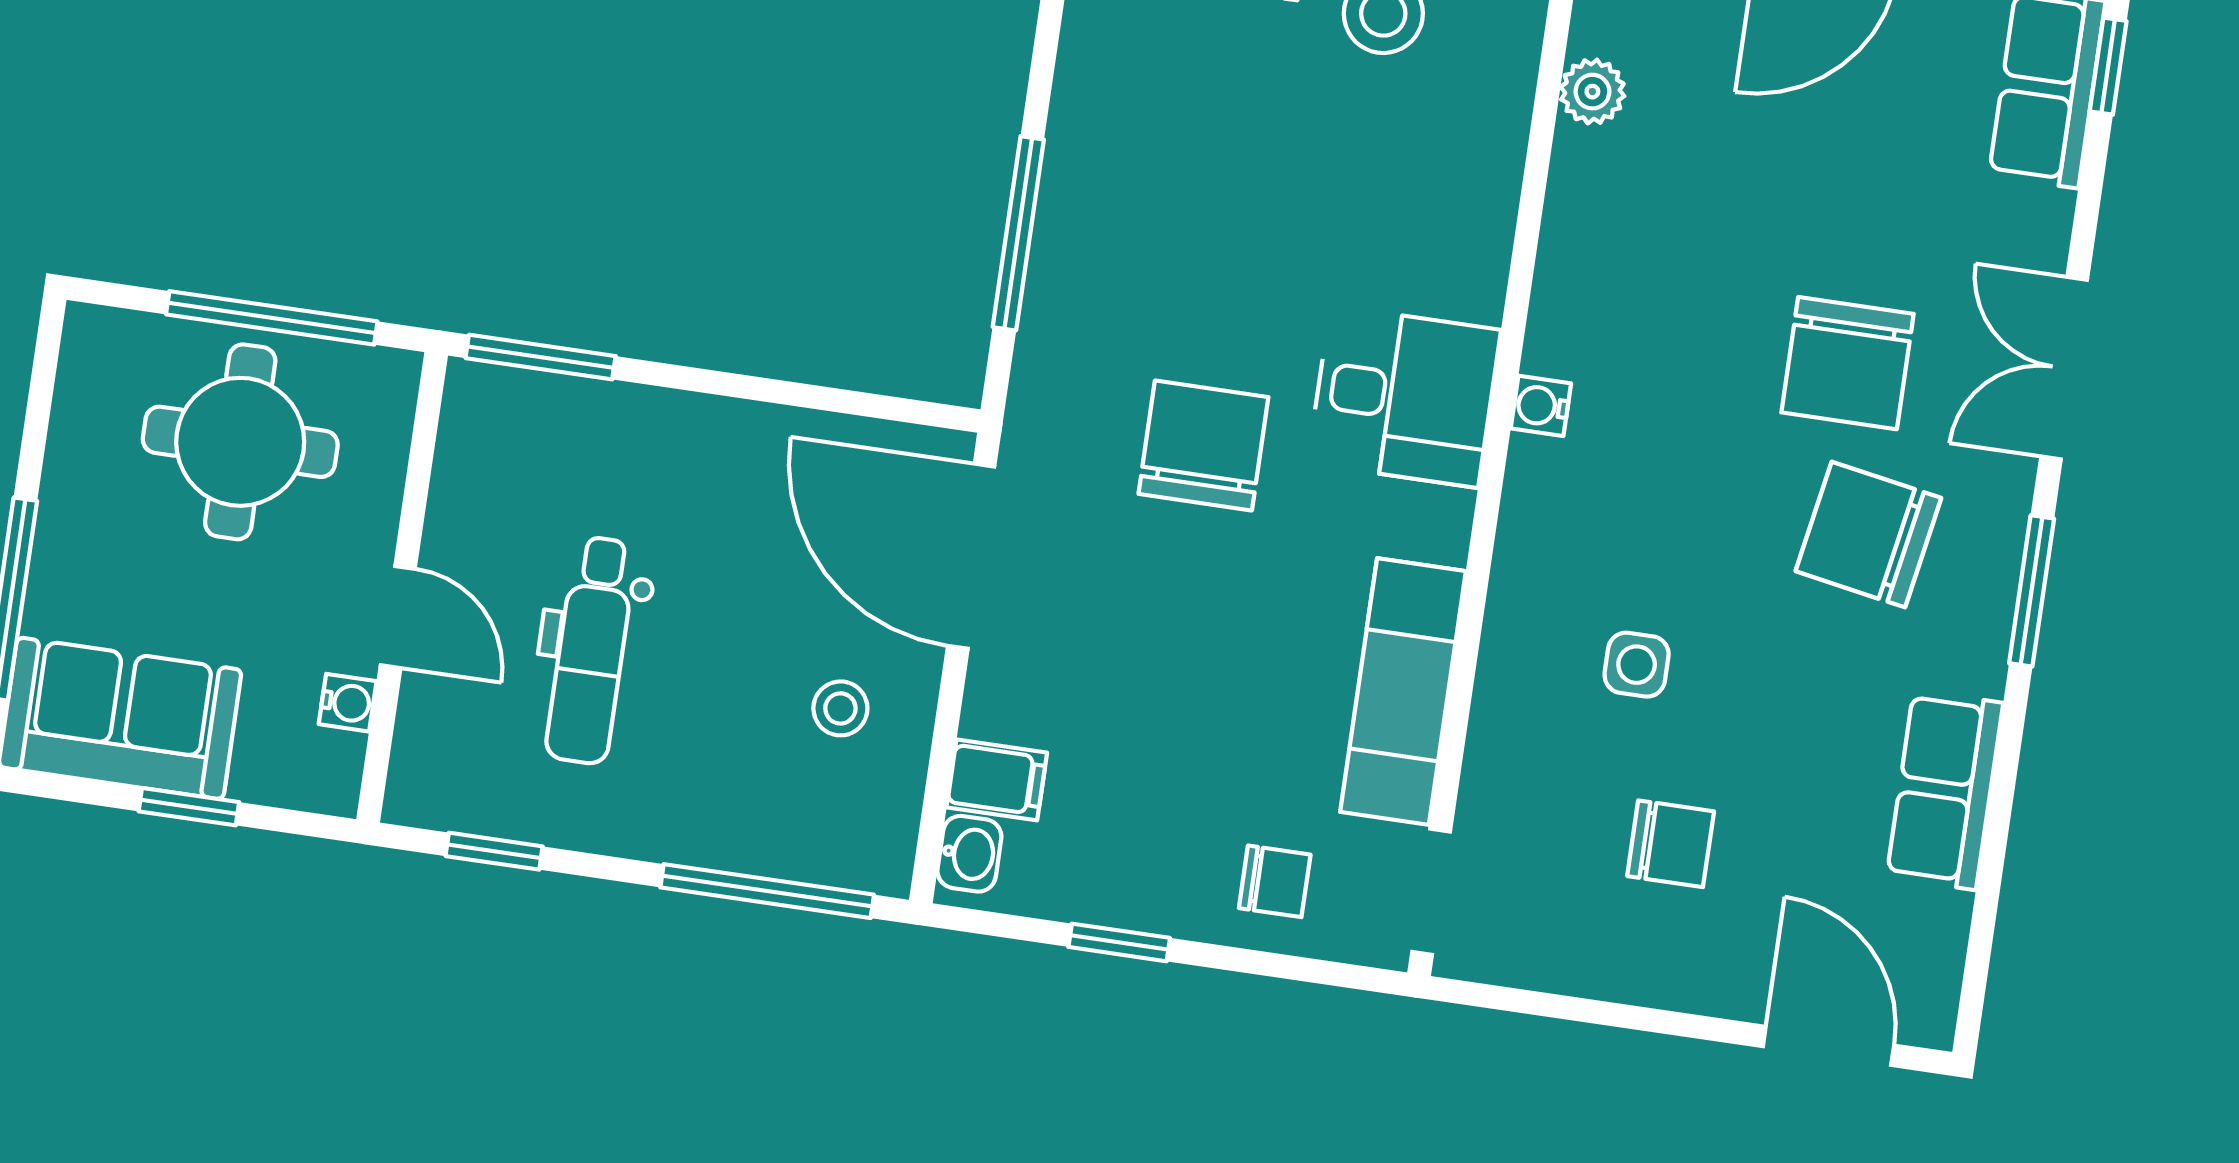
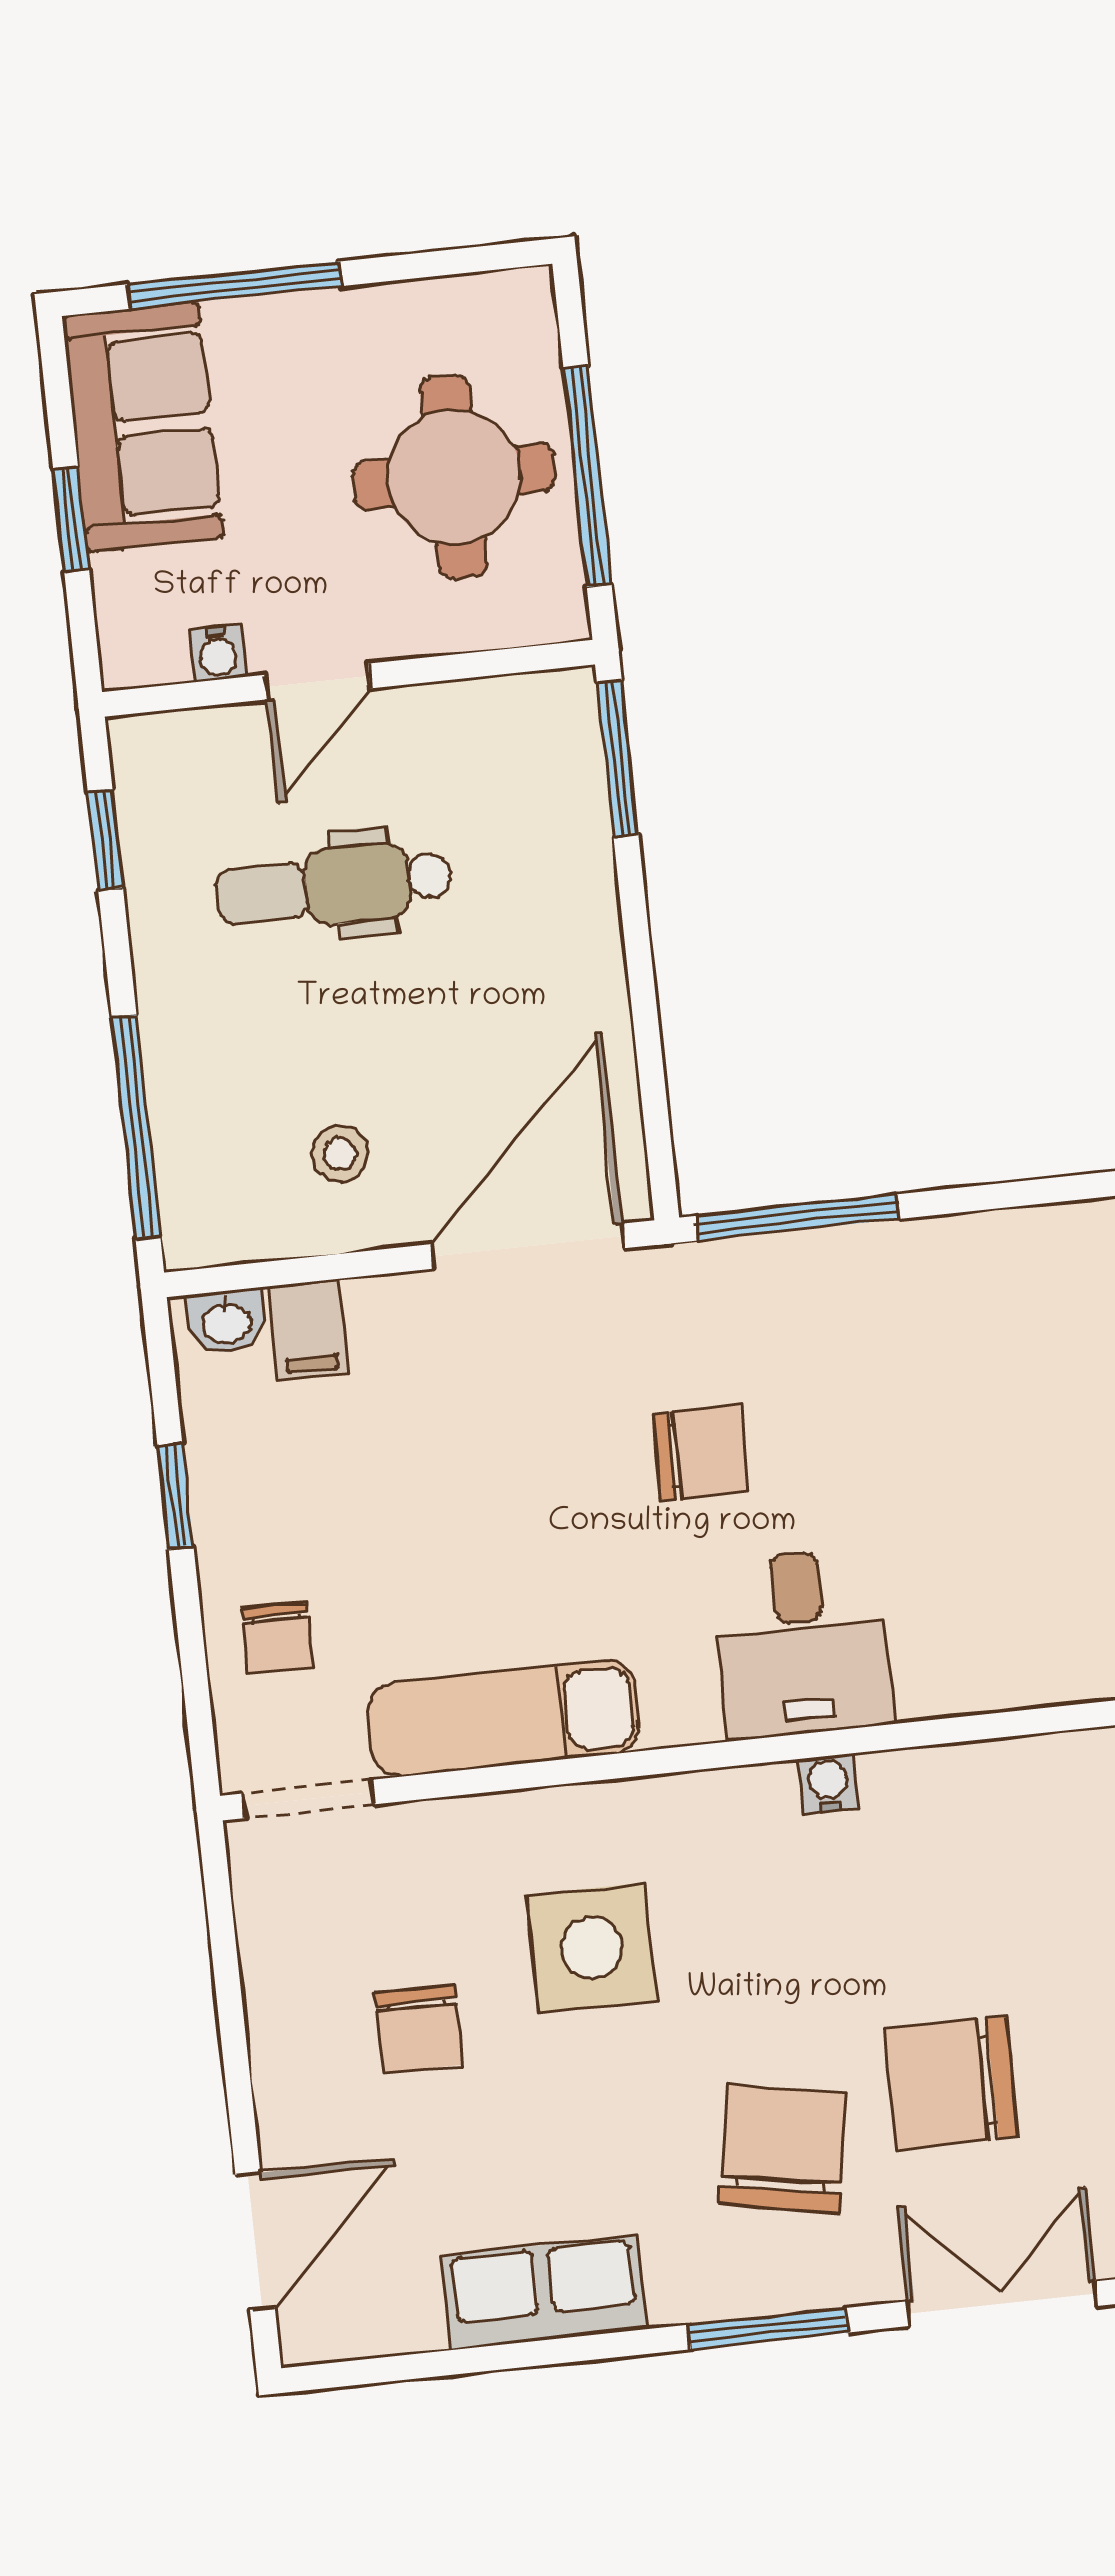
window: (1018, 233) -> (798, 1217), moved
chair: (1203, 446) -> (700, 1452), width x0.73, depth x0.73
side table: (1637, 665) -> (591, 1948), width x1.87, depth x1.87

